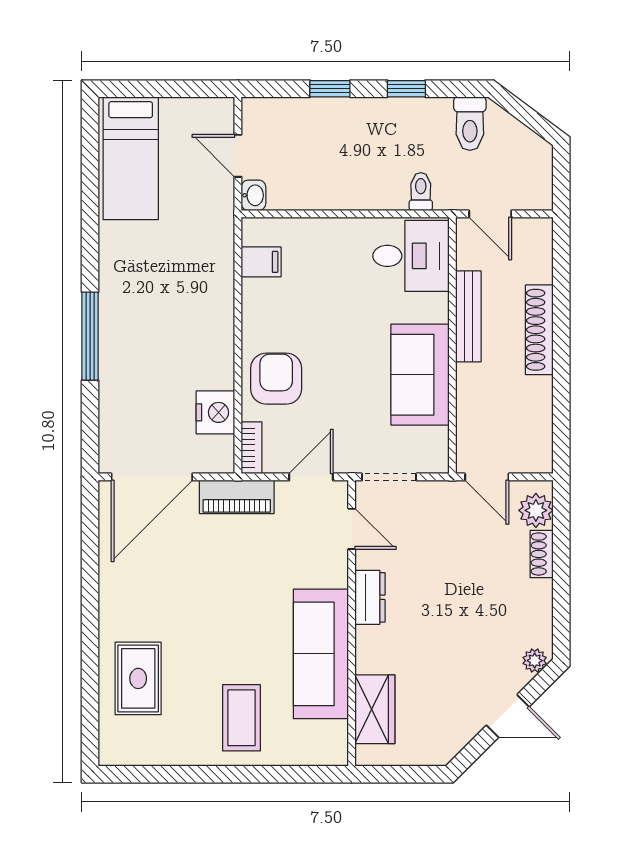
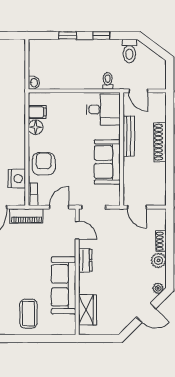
door: (238, 156) -> (27, 65), removed
floor lamp: (258, 296) -> (36, 127), added
plant: (536, 510) -> (159, 260), moved

